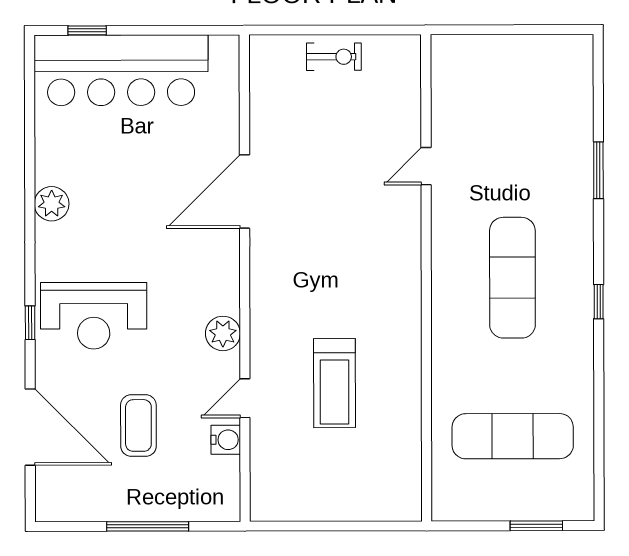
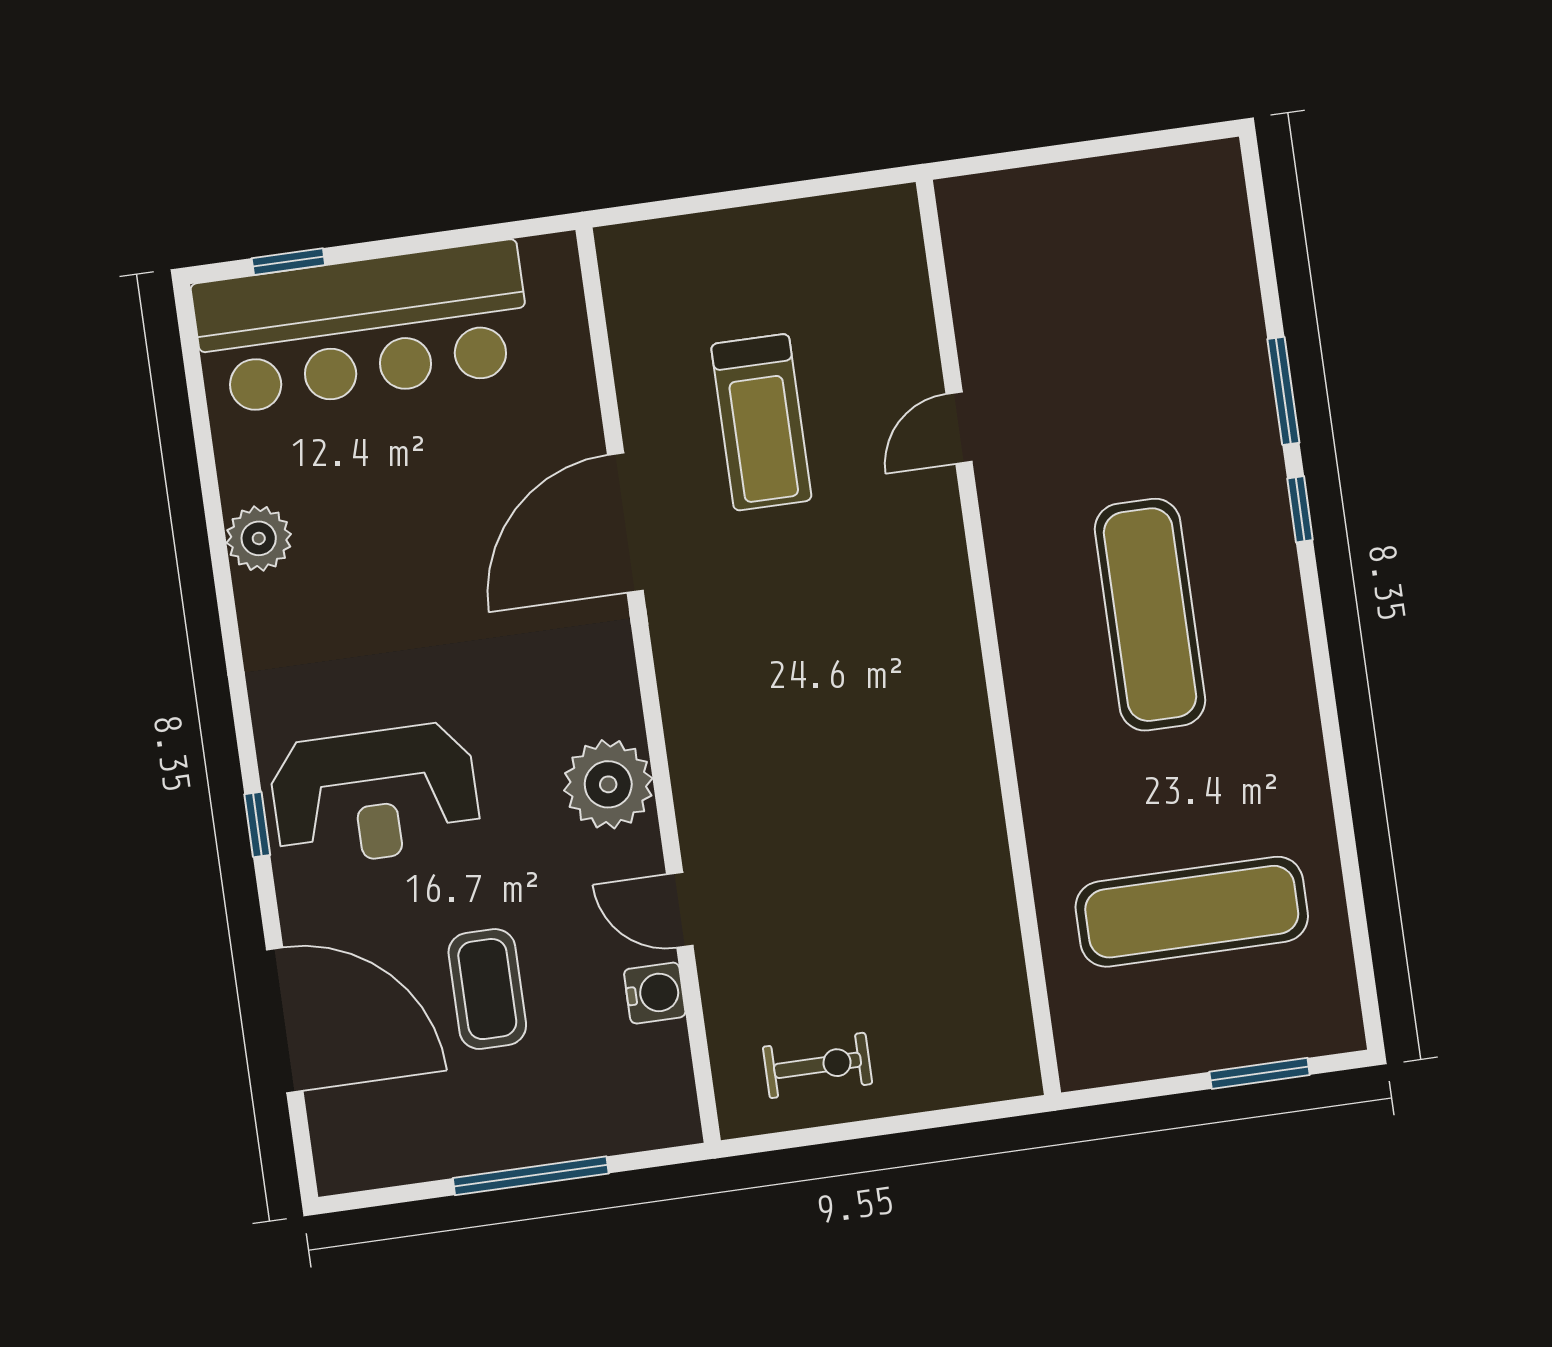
exercise bike: (334, 57) -> (818, 1065), moved
plant: (52, 204) -> (259, 538), moved
window: (599, 302) -> (1300, 509), moved
plant: (223, 333) -> (608, 784), width x1.36, depth x1.36
treadmill: (335, 383) -> (761, 422), moved
door: (245, 398) -> (680, 910), hinge flipped

